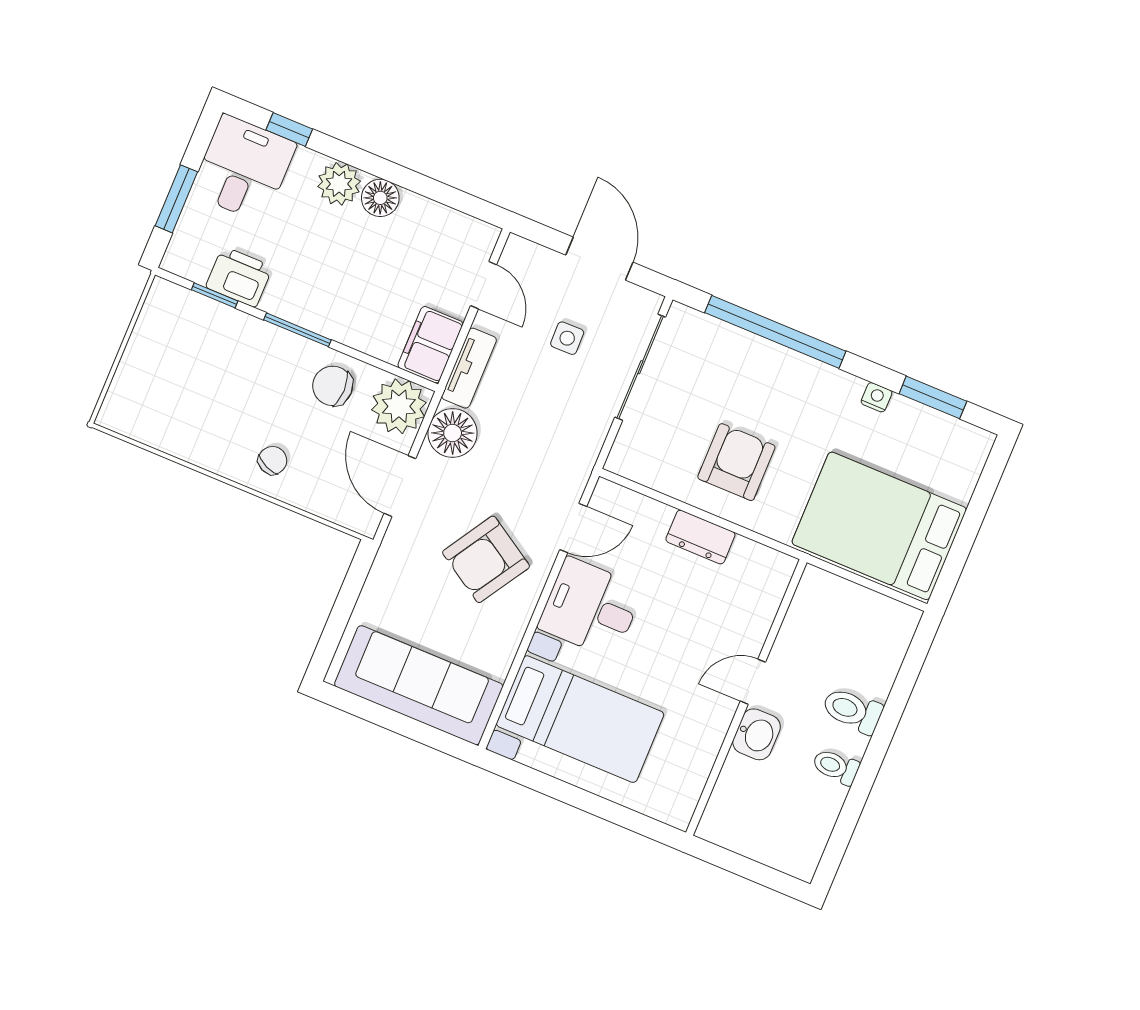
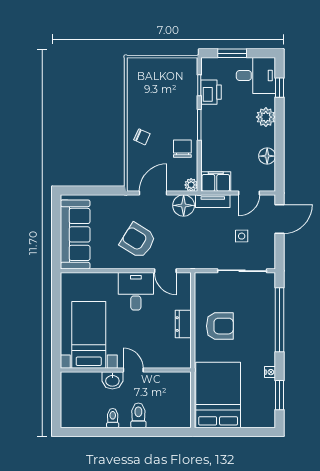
floor lamp: (380, 198) -> (267, 156), moved
door: (599, 259) -> (279, 219), moved
plant: (399, 406) -> (191, 185), width x0.53, depth x0.53
bed with nightstands: (580, 719) -> (89, 335), moved, turned 180

